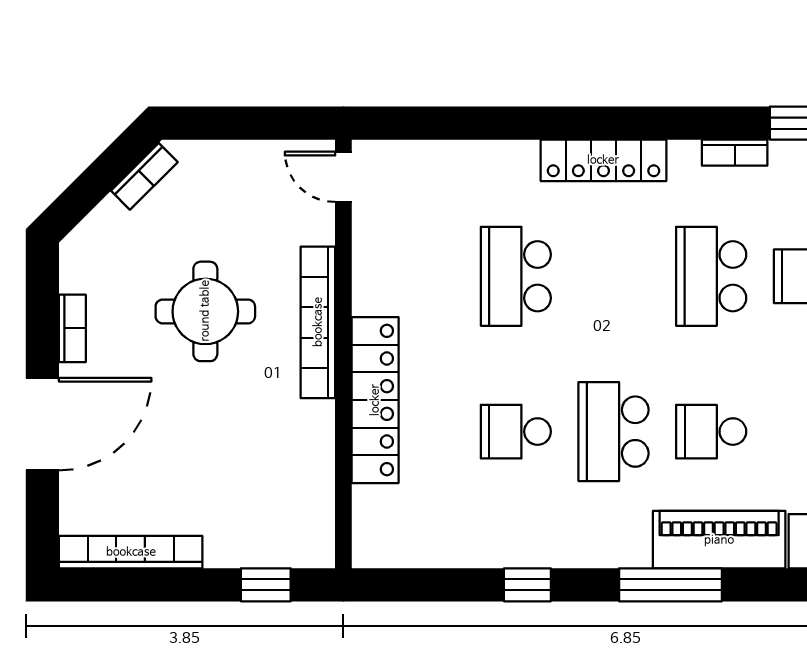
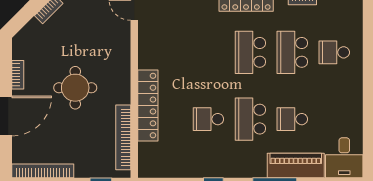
school desk: (516, 276) -> (250, 52), moved
round table: (205, 311) -> (75, 88), moved
bookcase: (318, 322) -> (123, 137), moved

